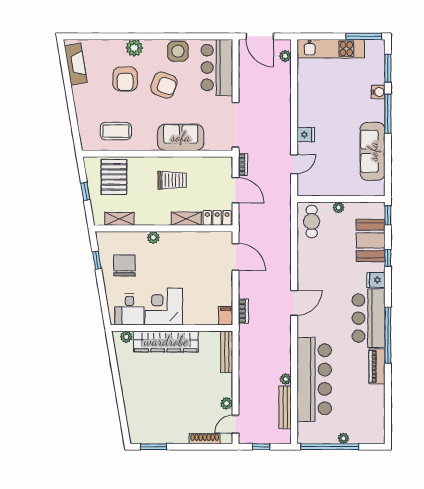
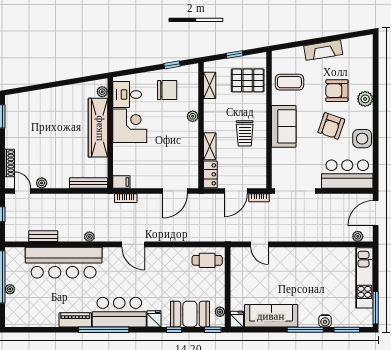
fireplace: (76, 64) -> (323, 50), moved
coffee table: (116, 131) -> (289, 82), turned 90
fridge: (306, 135) -> (237, 319), moved, turned 180
sofa: (181, 137) -> (284, 126), moved
plant: (338, 207) -> (220, 312), moved
plant: (286, 379) -> (89, 237), moved
bench: (285, 407) -> (43, 236), width x0.73

